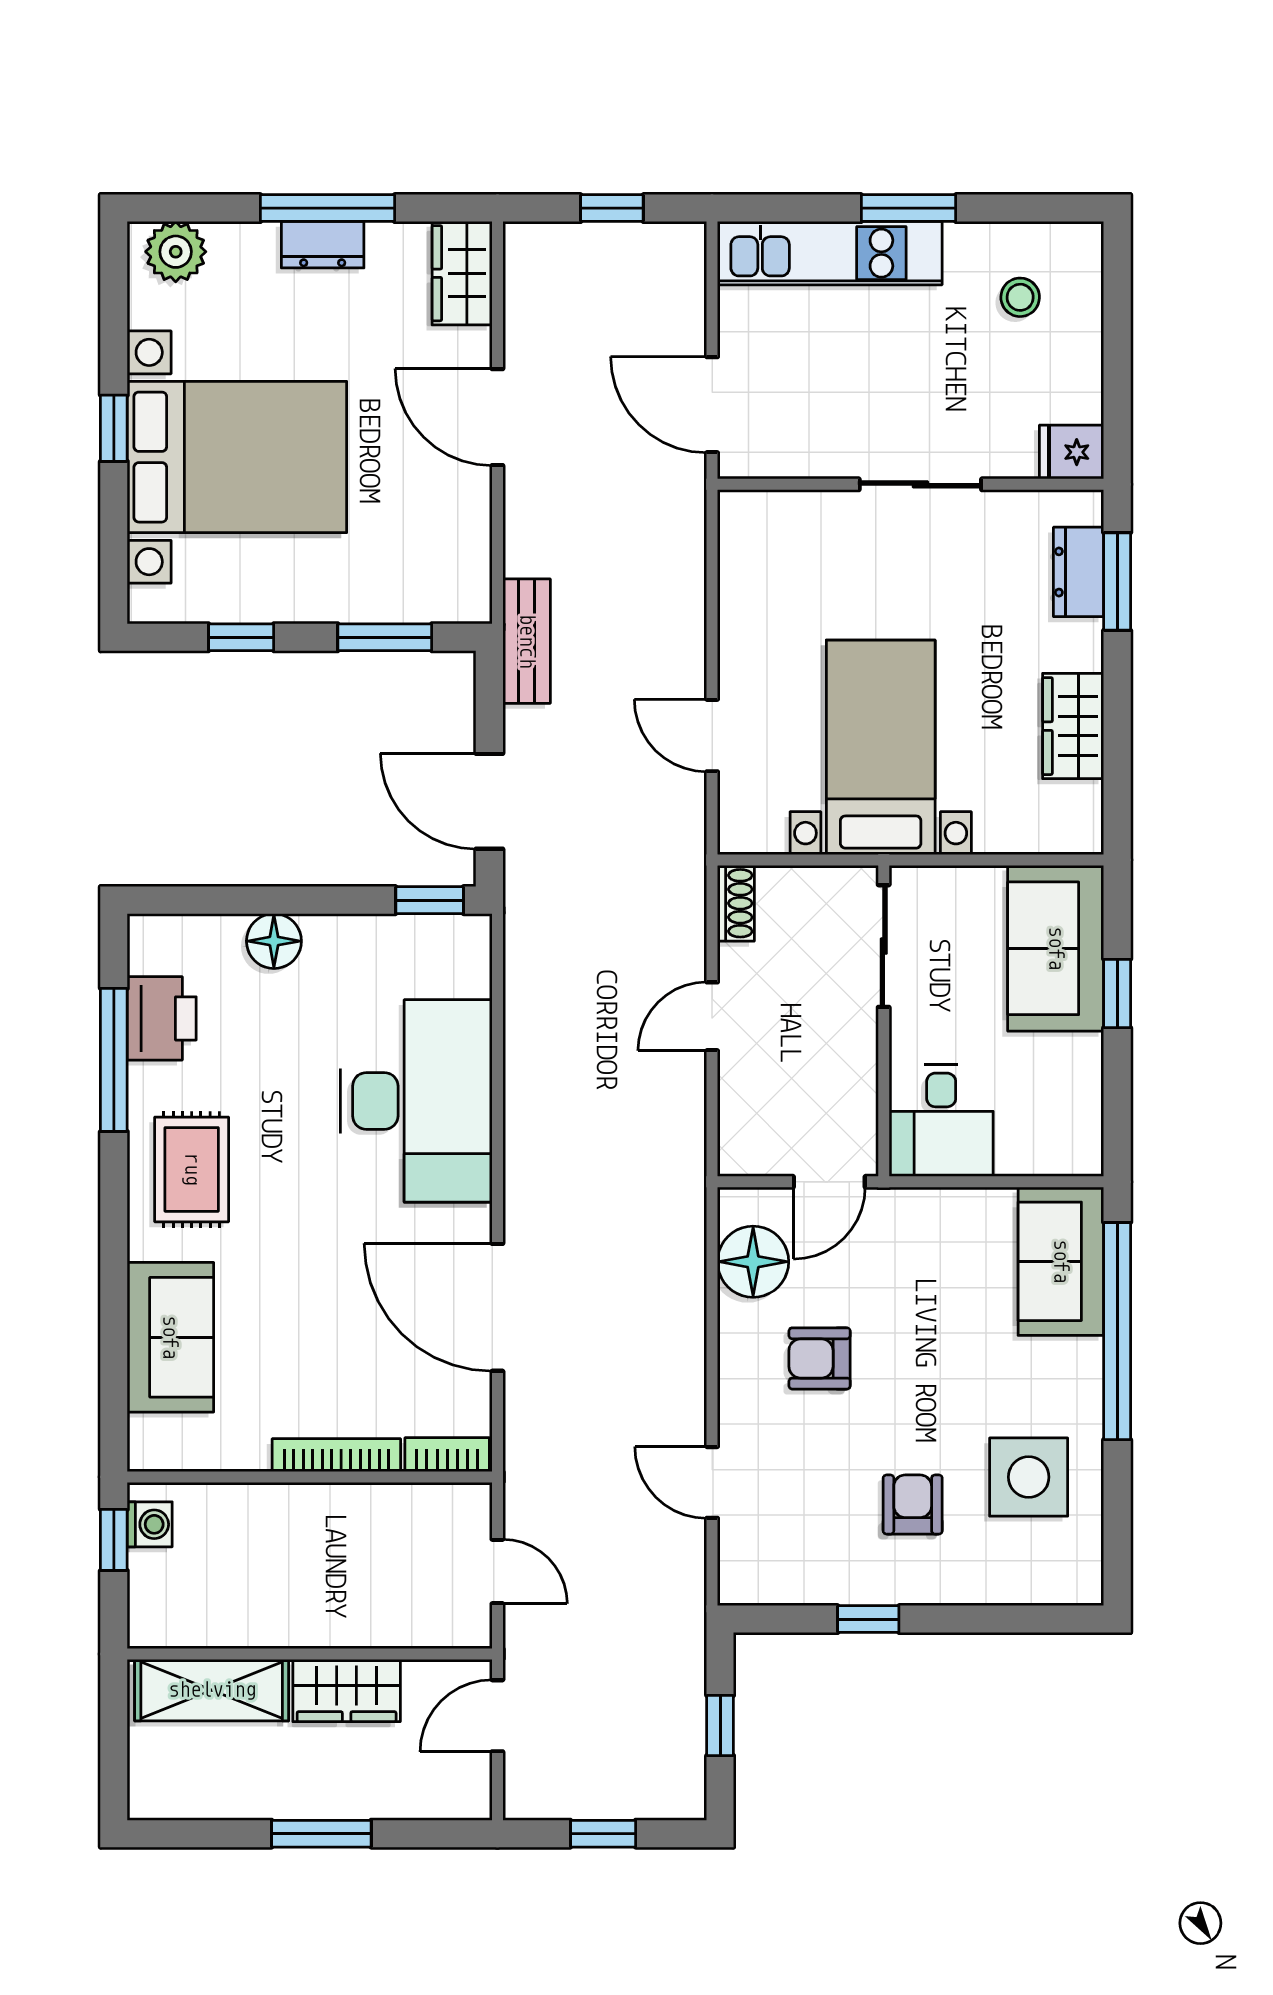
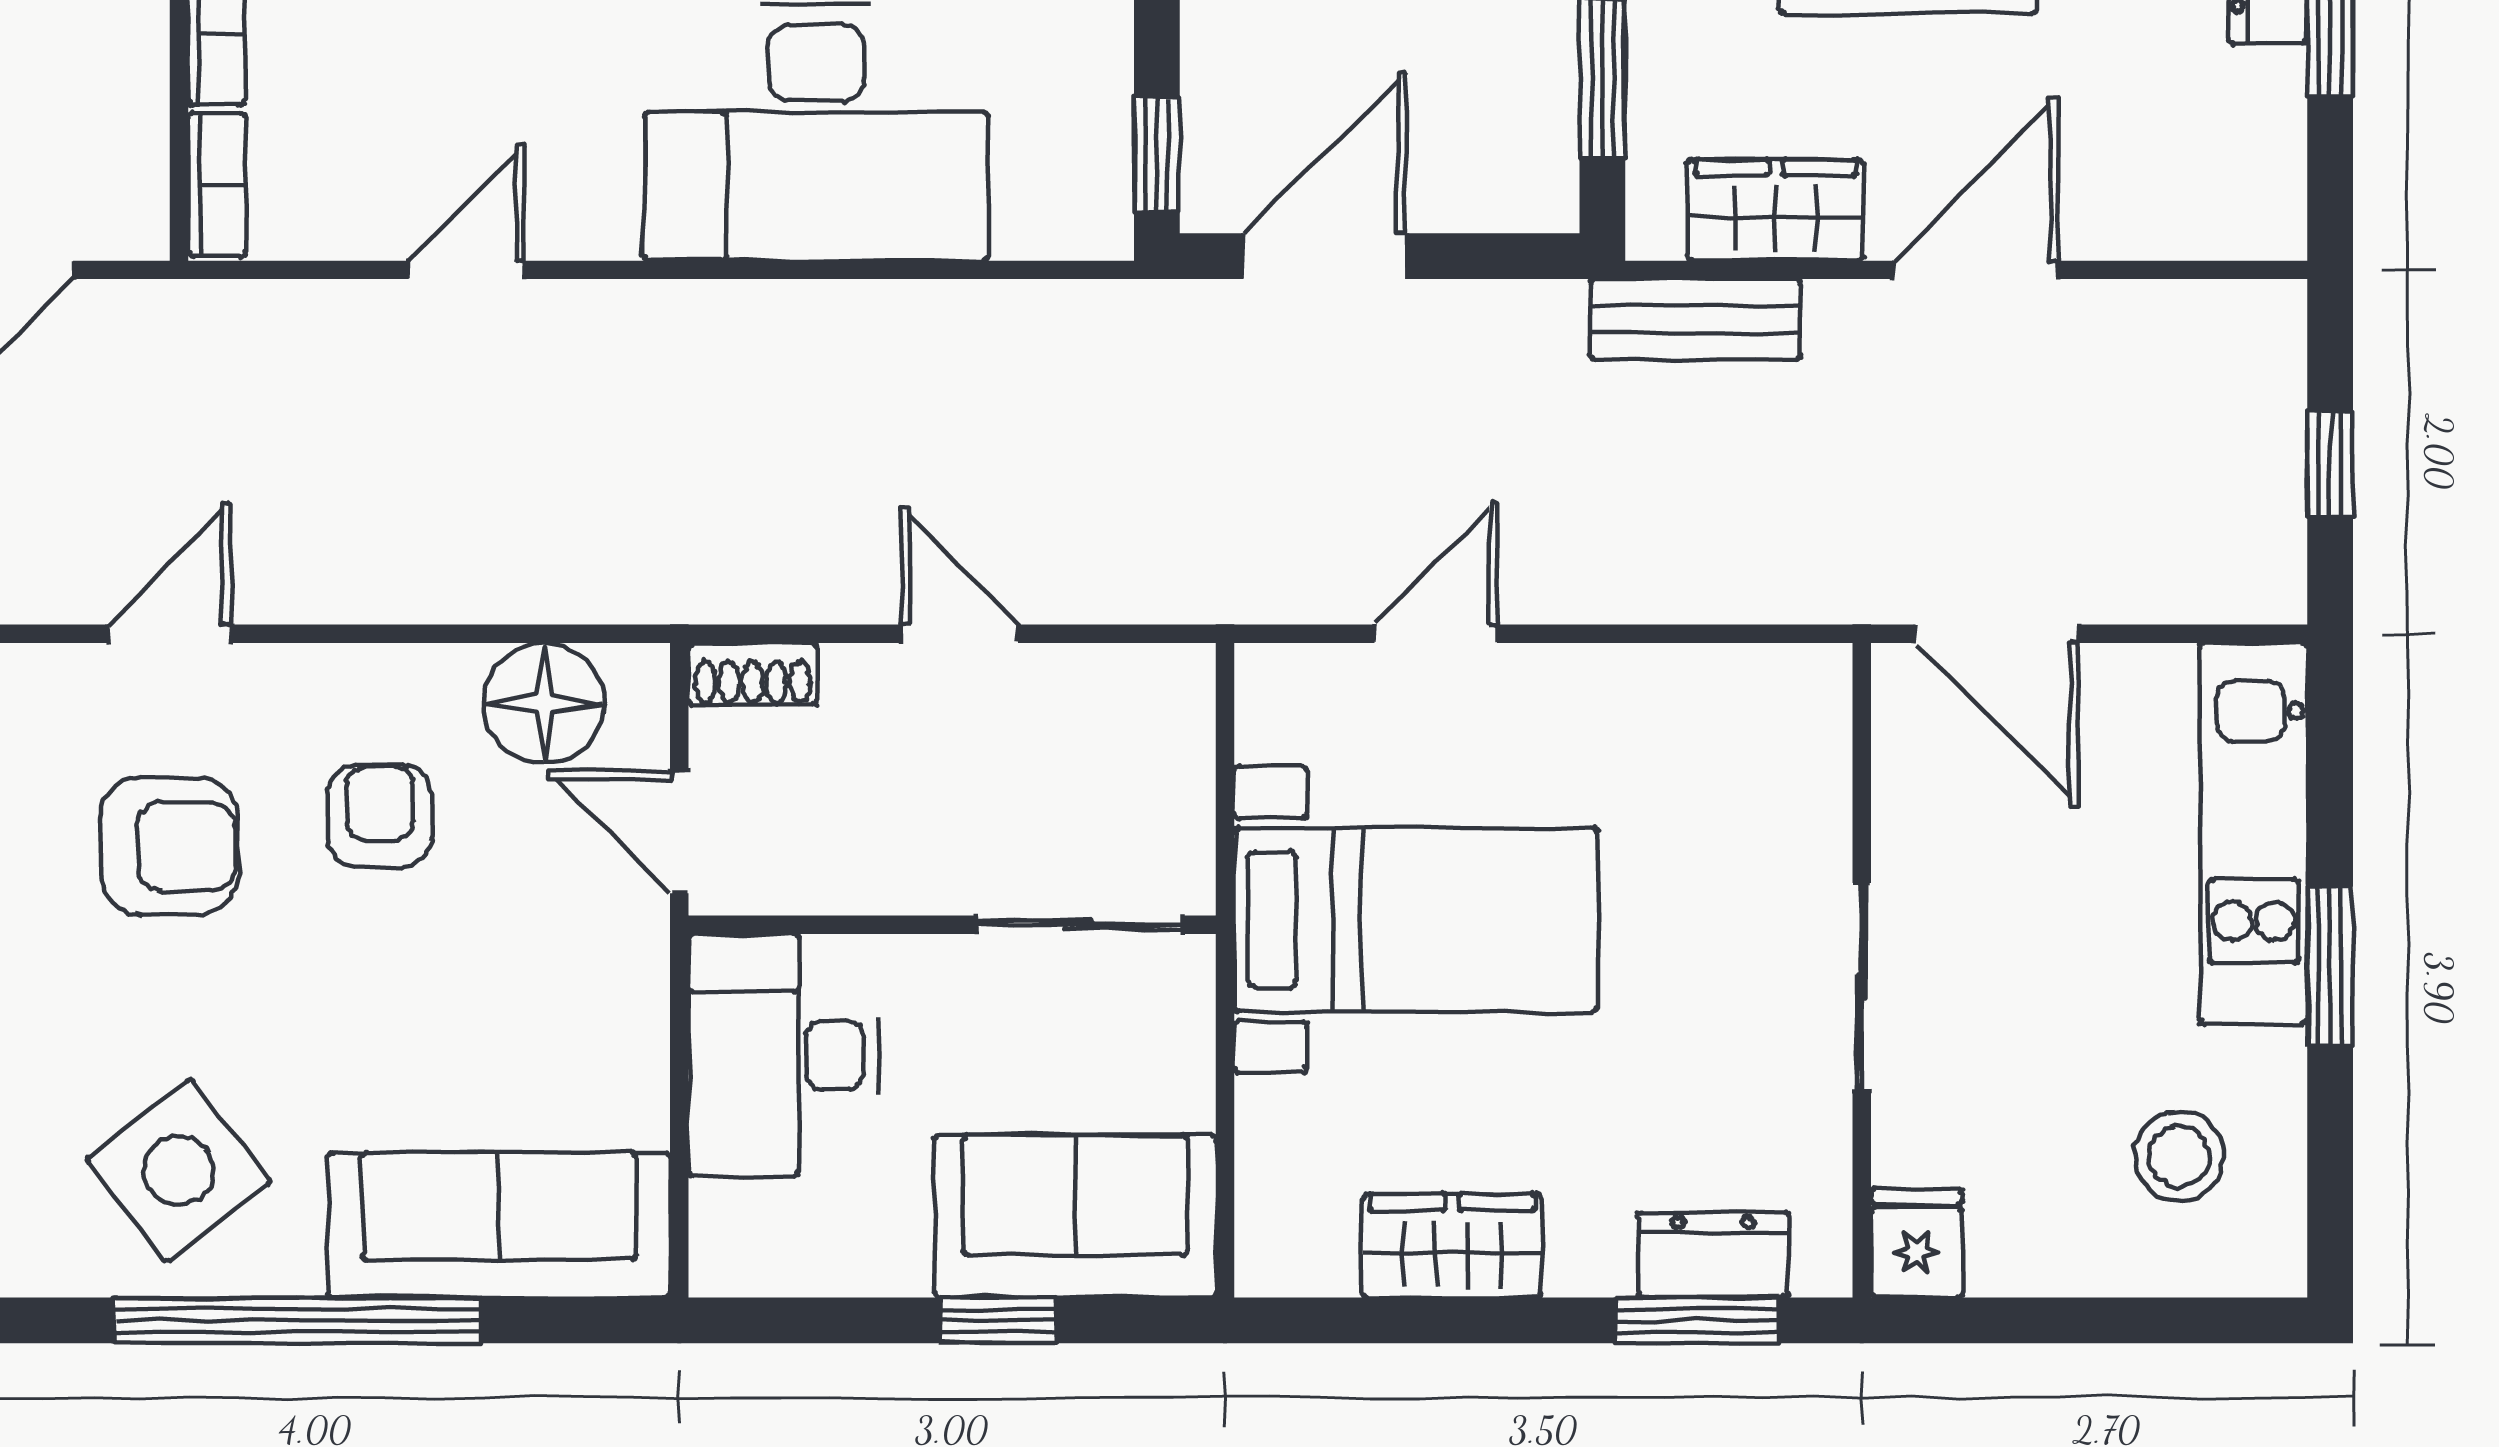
wardrobe: (462, 273) -> (1776, 210), moved
stool: (1020, 297) -> (2179, 1156), width x1.37, depth x1.37
door: (712, 405) -> (1997, 634), swing flipped
bench: (527, 641) -> (1696, 319), moved
shoe rack: (736, 903) -> (753, 674), moved
desk: (941, 1120) -> (784, 1055), width x1.37
sofa: (1061, 1261) -> (499, 1225), width x1.36
door: (497, 1307) -> (466, 270), width x0.53
window: (1117, 1331) -> (298, 1320), moved
side table: (1029, 1477) -> (179, 1170), turned -38
armchair: (913, 1505) -> (169, 846), moved, width x1.38, depth x1.38

